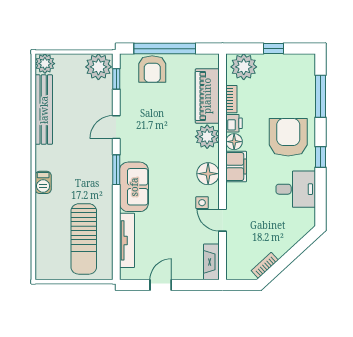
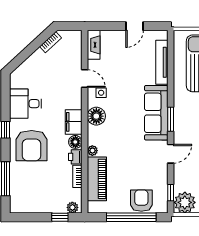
window: (274, 49) -> (60, 217), moved
plant: (244, 67) -> (72, 207), width x0.53, depth x0.53
plant: (207, 137) -> (92, 151), width x0.53, depth x0.53
sofa: (134, 187) -> (156, 113), width x1.36

